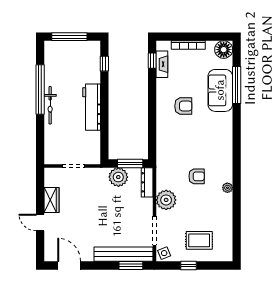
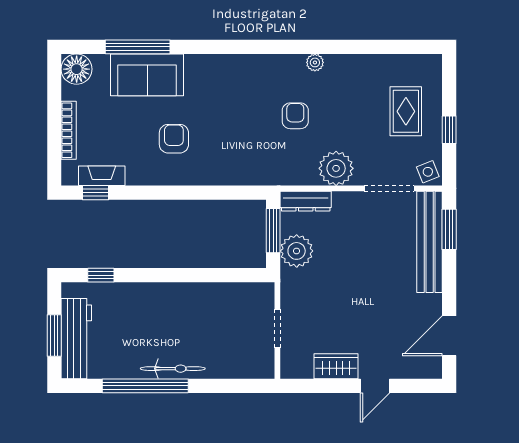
window: (69, 37) -> (54, 335), width x0.69
workbench: (92, 107) -> (76, 339), moved, turned -90

